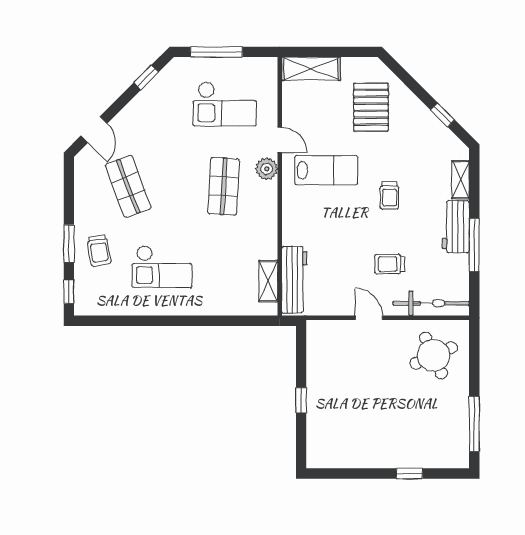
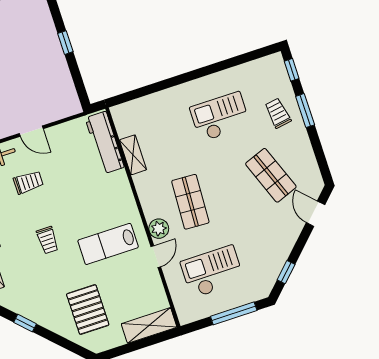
door: (280, 140) -> (156, 257), swing flipped
trolley: (390, 196) -> (48, 240), turned 180
shelving: (268, 281) -> (133, 155), moved

